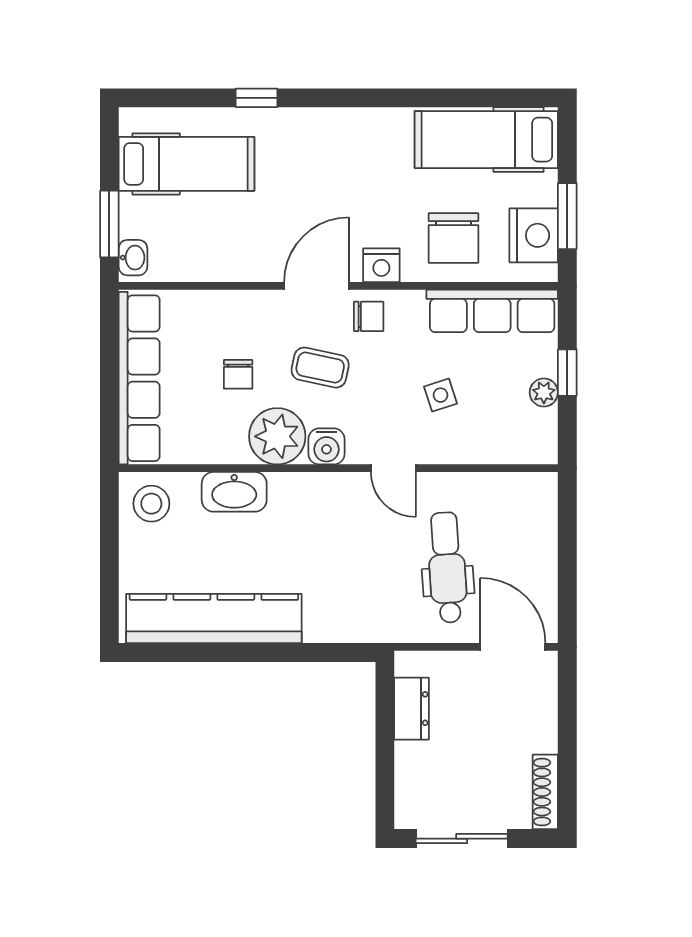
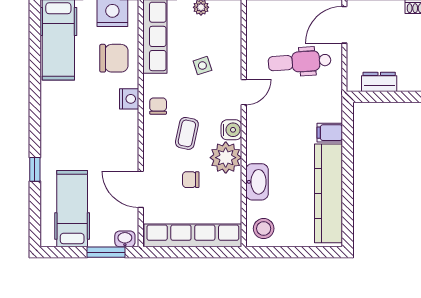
door: (316, 286) -> (141, 189), moved
chair: (238, 374) -> (191, 180), turned 180
filing cabinet: (321, 621) -> (330, 133), added

